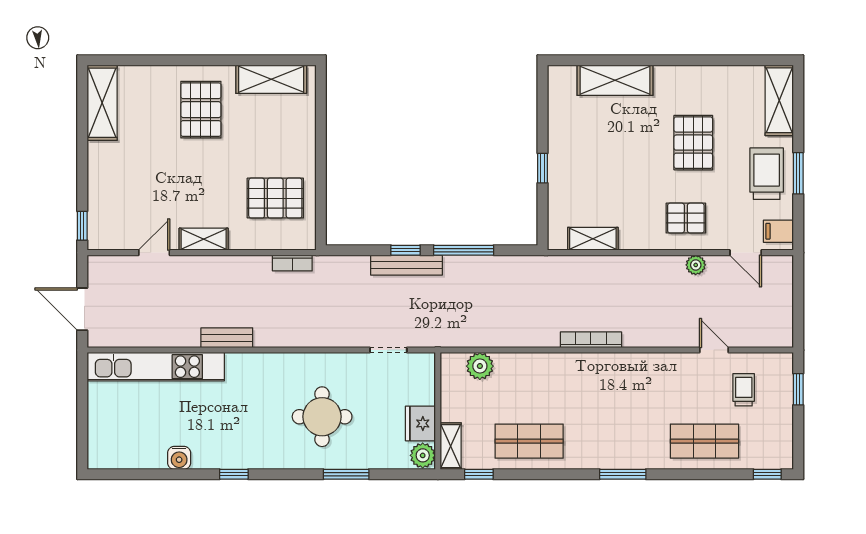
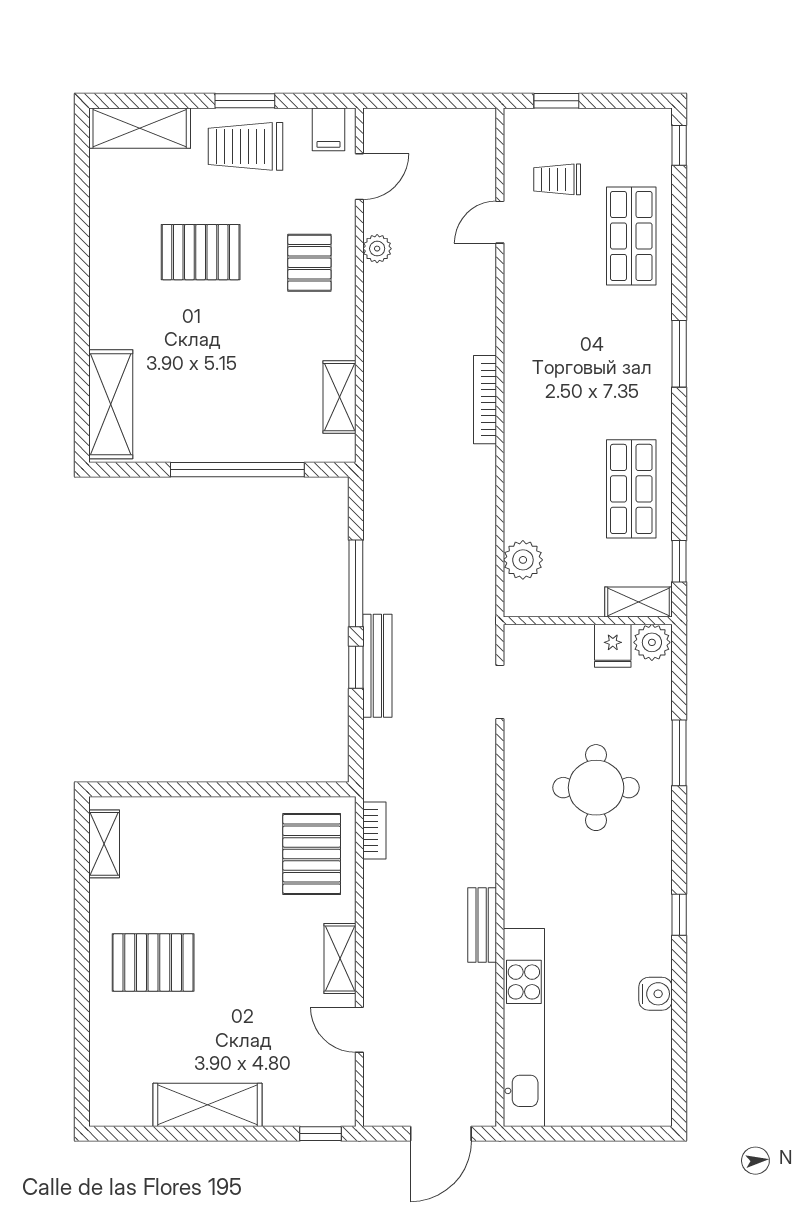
shelving: (271, 79) -> (104, 844), width x0.67, depth x0.75
shelving: (615, 80) -> (111, 404), moved
shelving: (102, 103) -> (207, 1105), moved
window: (542, 168) -> (237, 470), width x3.17
pallet: (275, 198) -> (312, 854), moved
fridge: (420, 423) -> (613, 646), width x0.72

